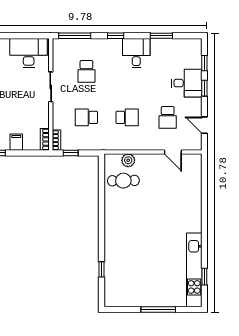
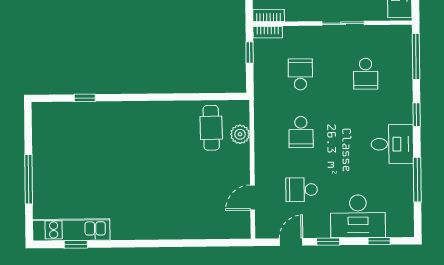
window: (161, 36) -> (417, 180), width x1.44
school desk: (86, 71) -> (366, 74), turned -90
desk: (187, 83) -> (358, 216), width x1.37
window: (204, 88) -> (328, 242), moved
kitchen unit: (194, 270) -> (71, 230), width x0.73

